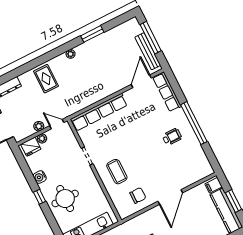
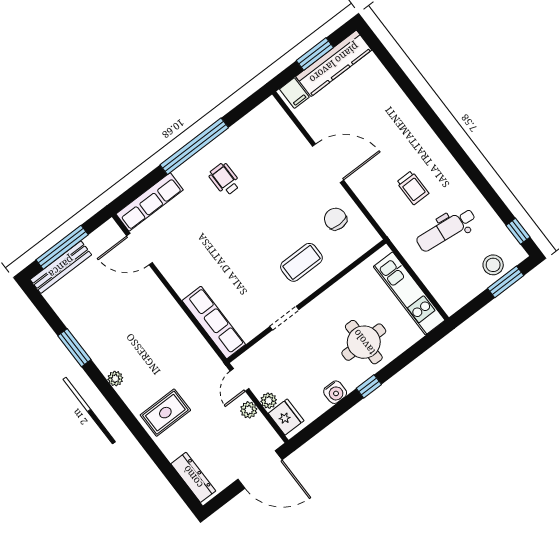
bench: (148, 51) -> (61, 267), moved
row of seats: (99, 112) -> (214, 323), width x0.73

